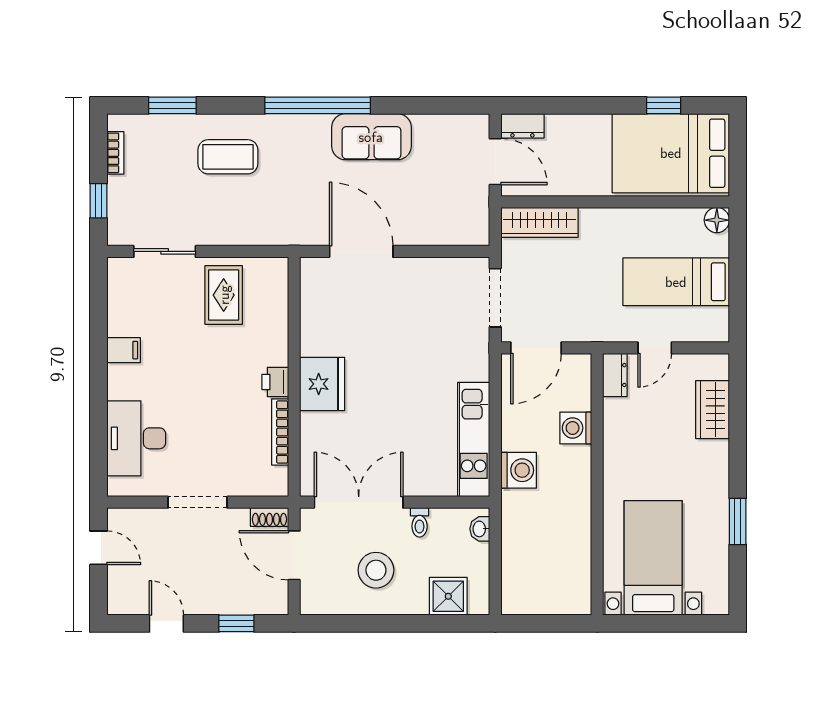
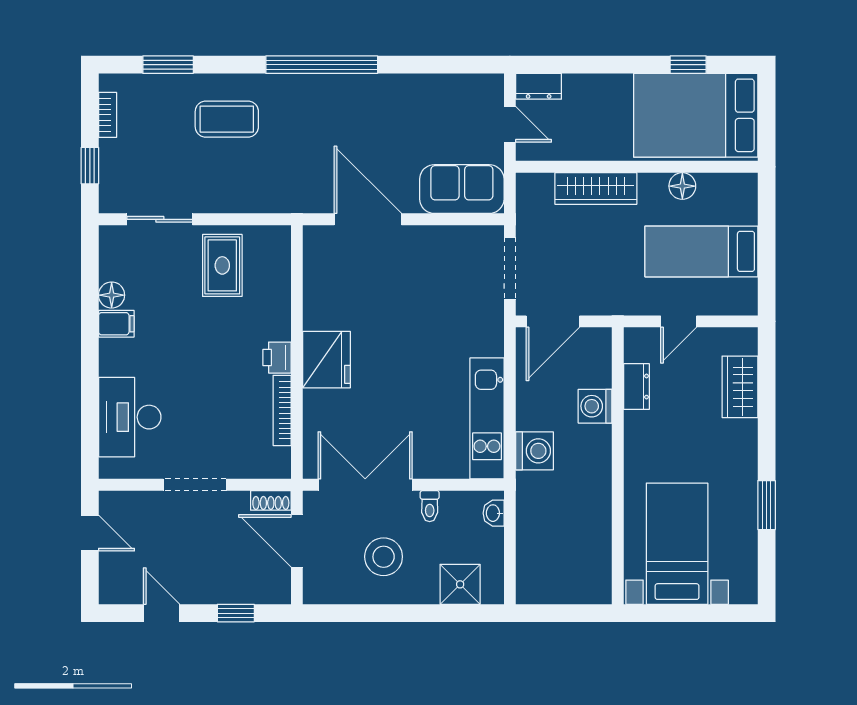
sofa: (371, 137) -> (462, 189), moved, turned 180
door: (495, 162) -> (510, 124), width x0.73
floor lamp: (717, 220) -> (682, 186), moved
wardrobe: (539, 222) -> (596, 188), moved
floor lamp: (119, 323) -> (112, 295), added
dresser: (615, 375) -> (636, 387), moved

